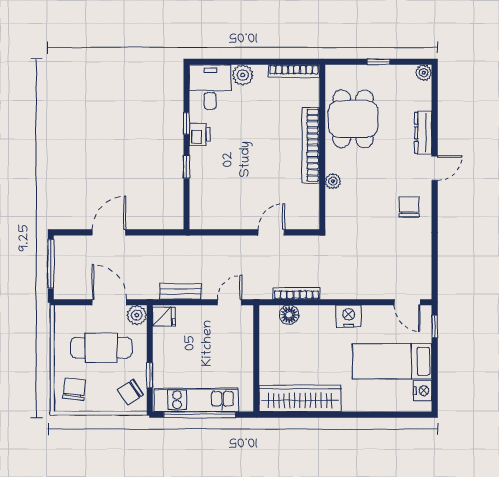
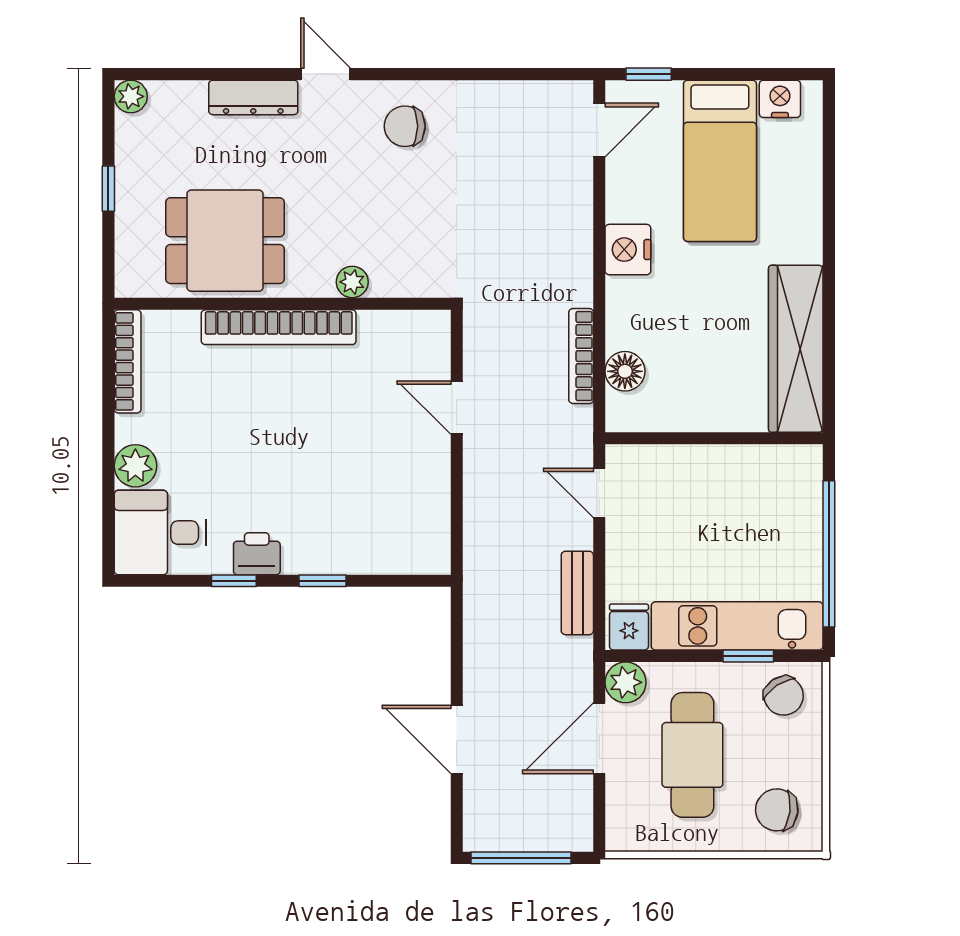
kitchen unit: (196, 400) -> (737, 626), moved, turned 90

